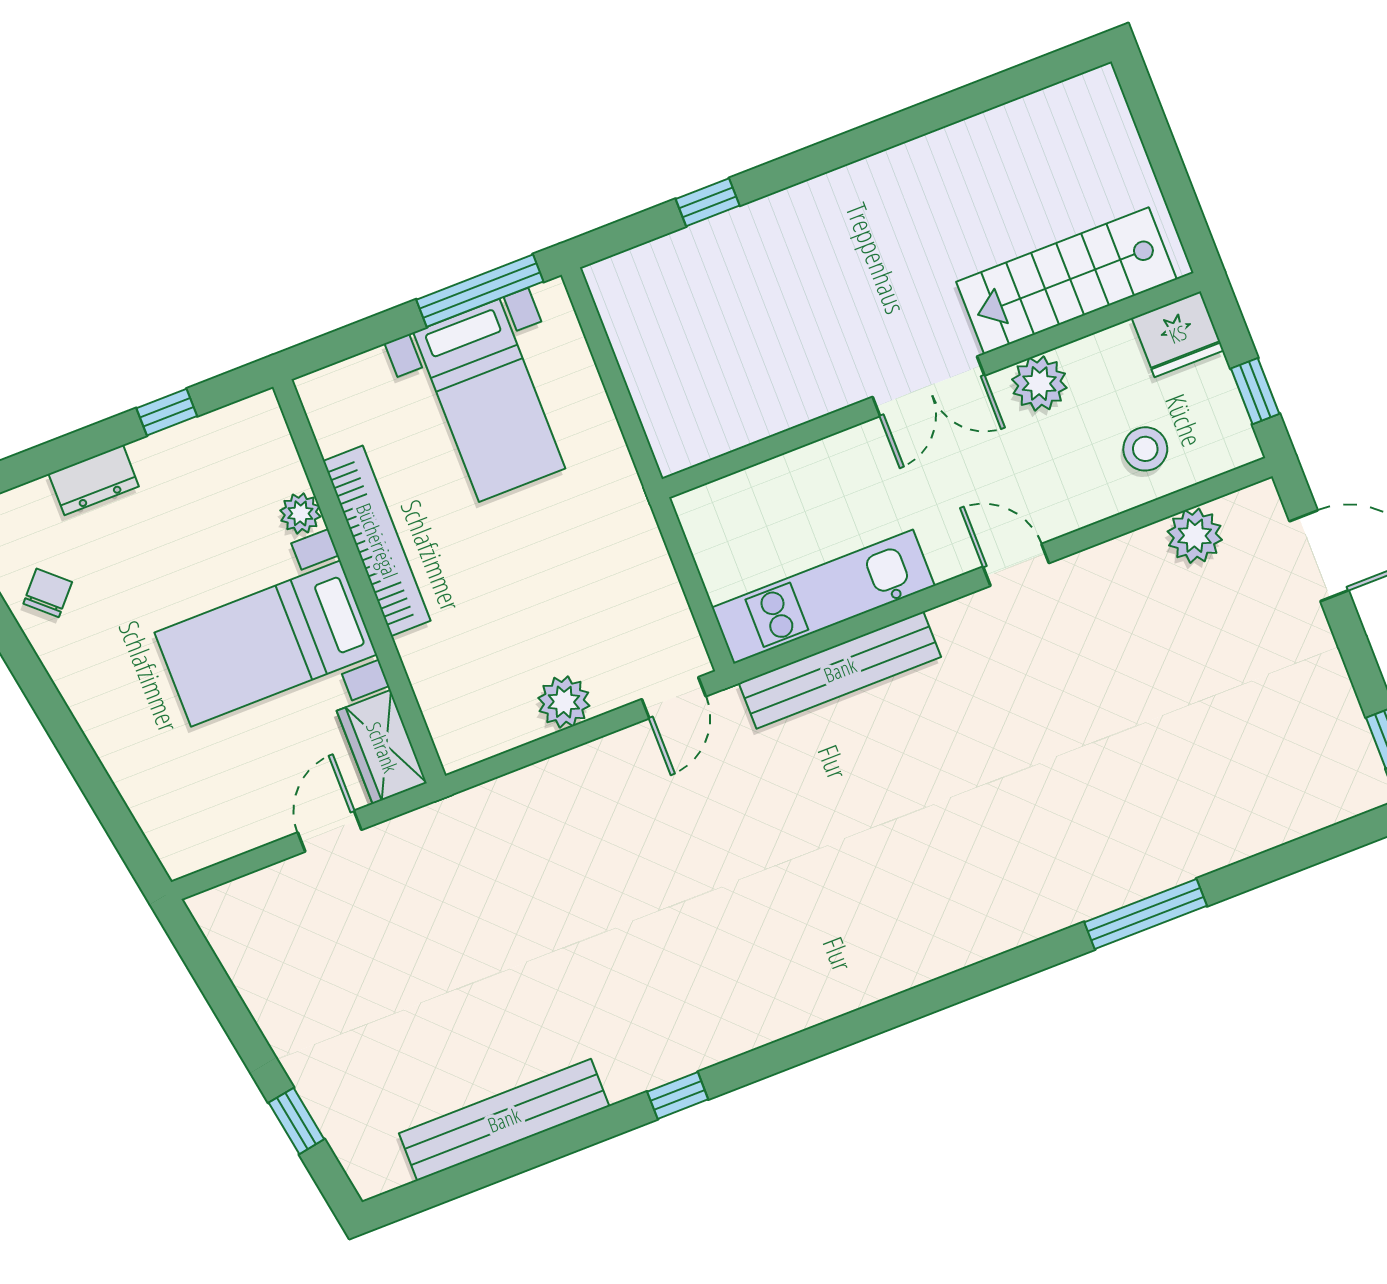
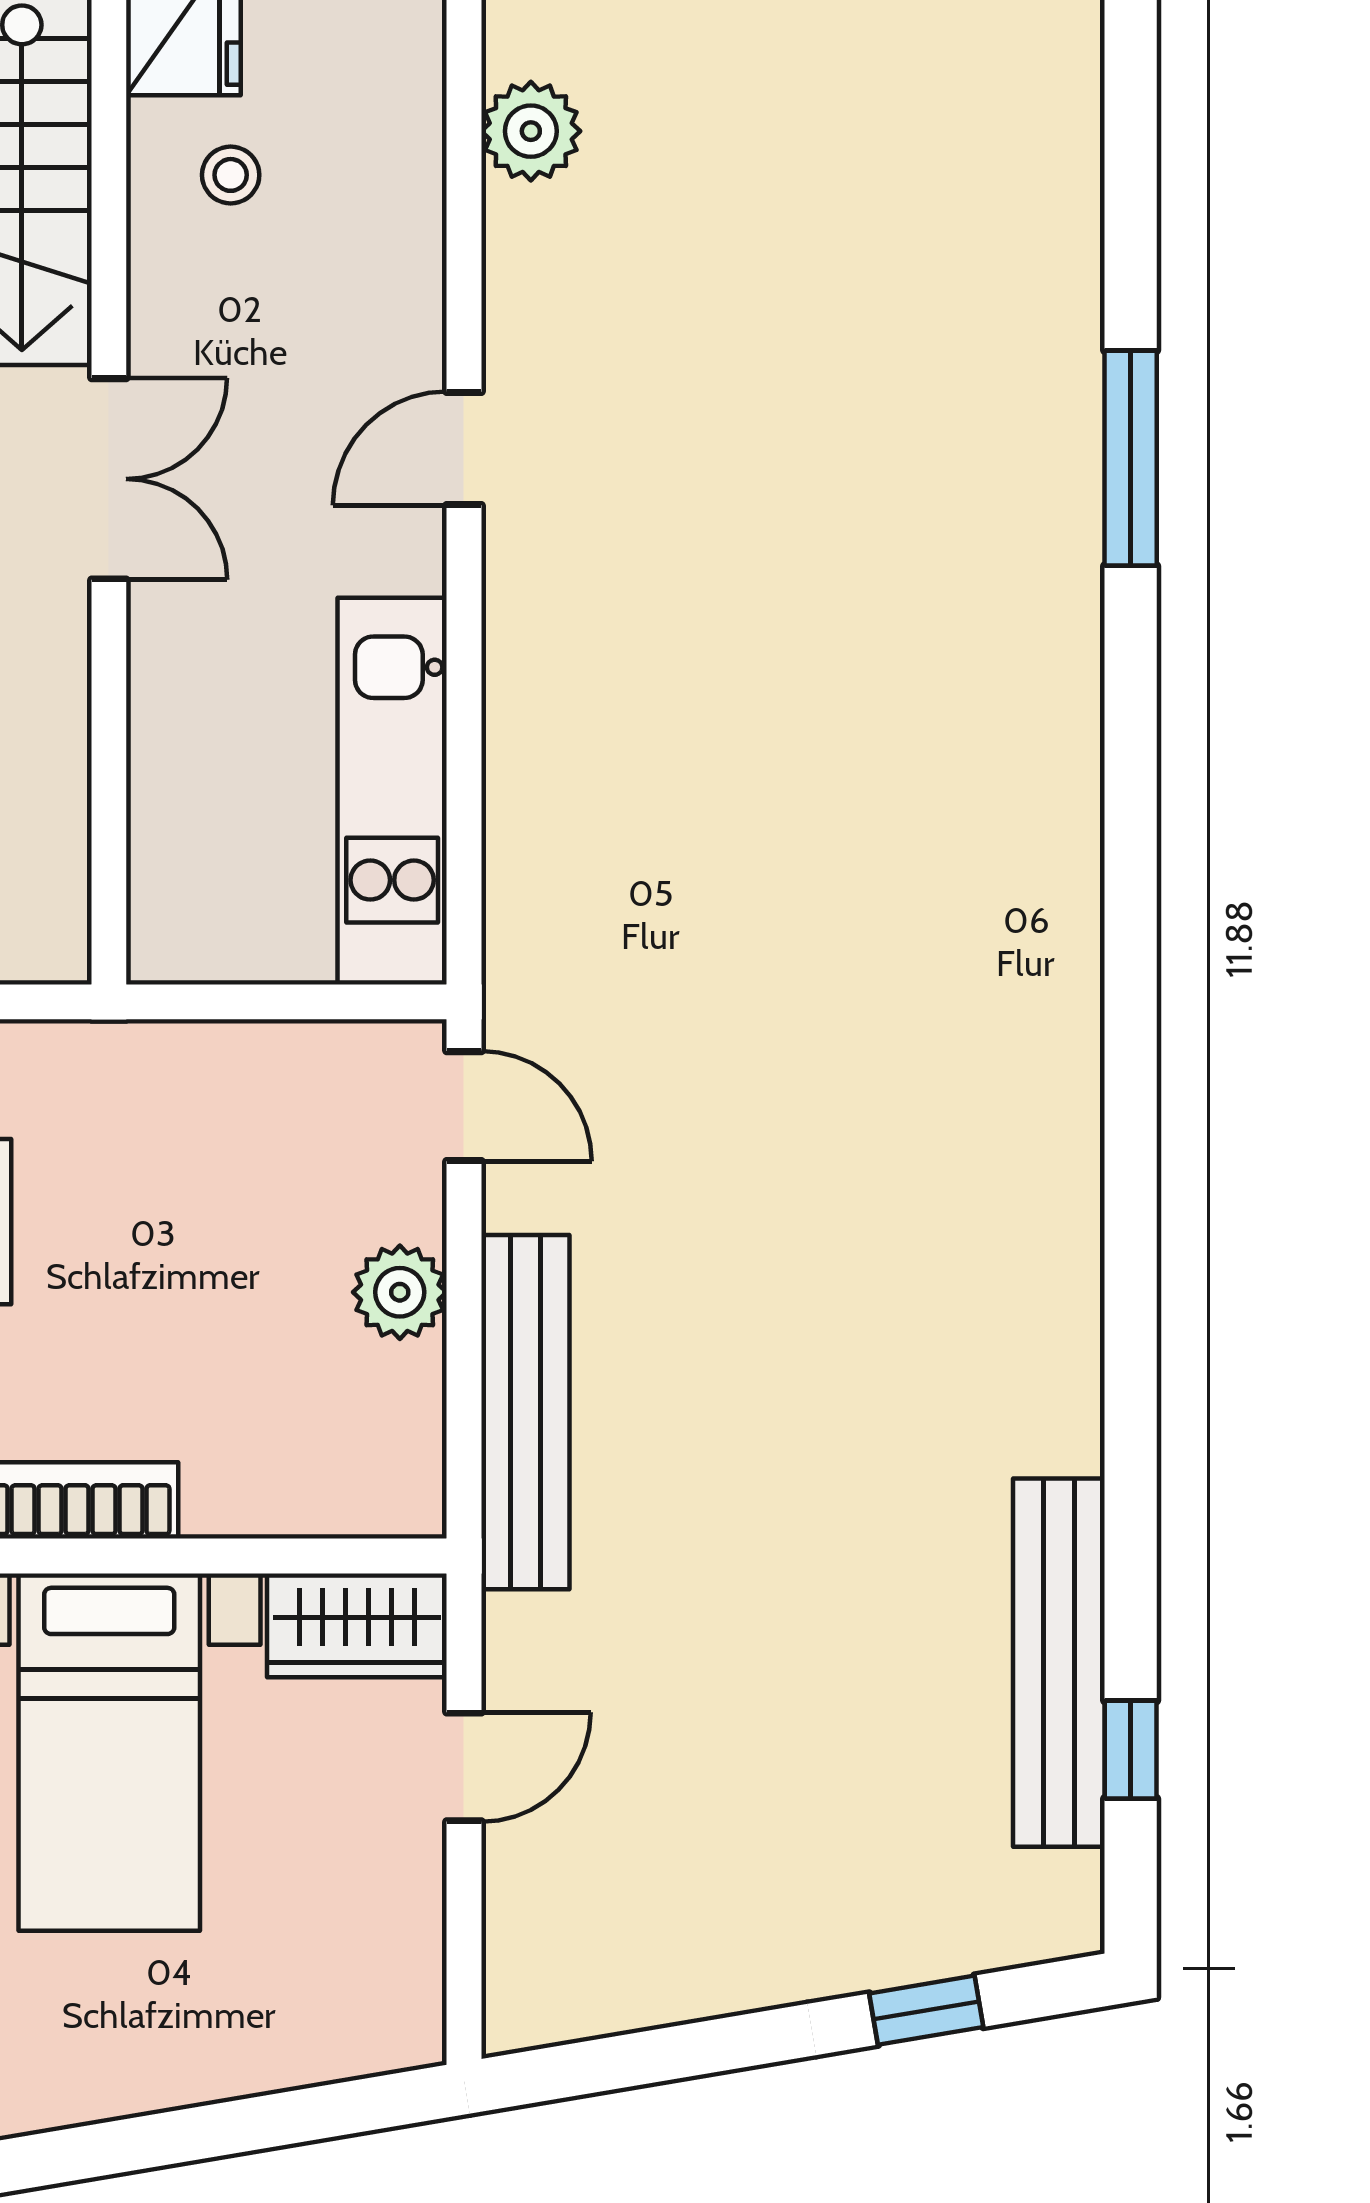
plant: (1039, 384) -> (176, 292), removed
stool: (1145, 449) -> (231, 175), moved, width x0.73, depth x0.73
bench: (840, 670) -> (525, 1412), moved
door: (330, 831) -> (464, 1767), swing flipped
window: (678, 1096) -> (1131, 1750), moved

